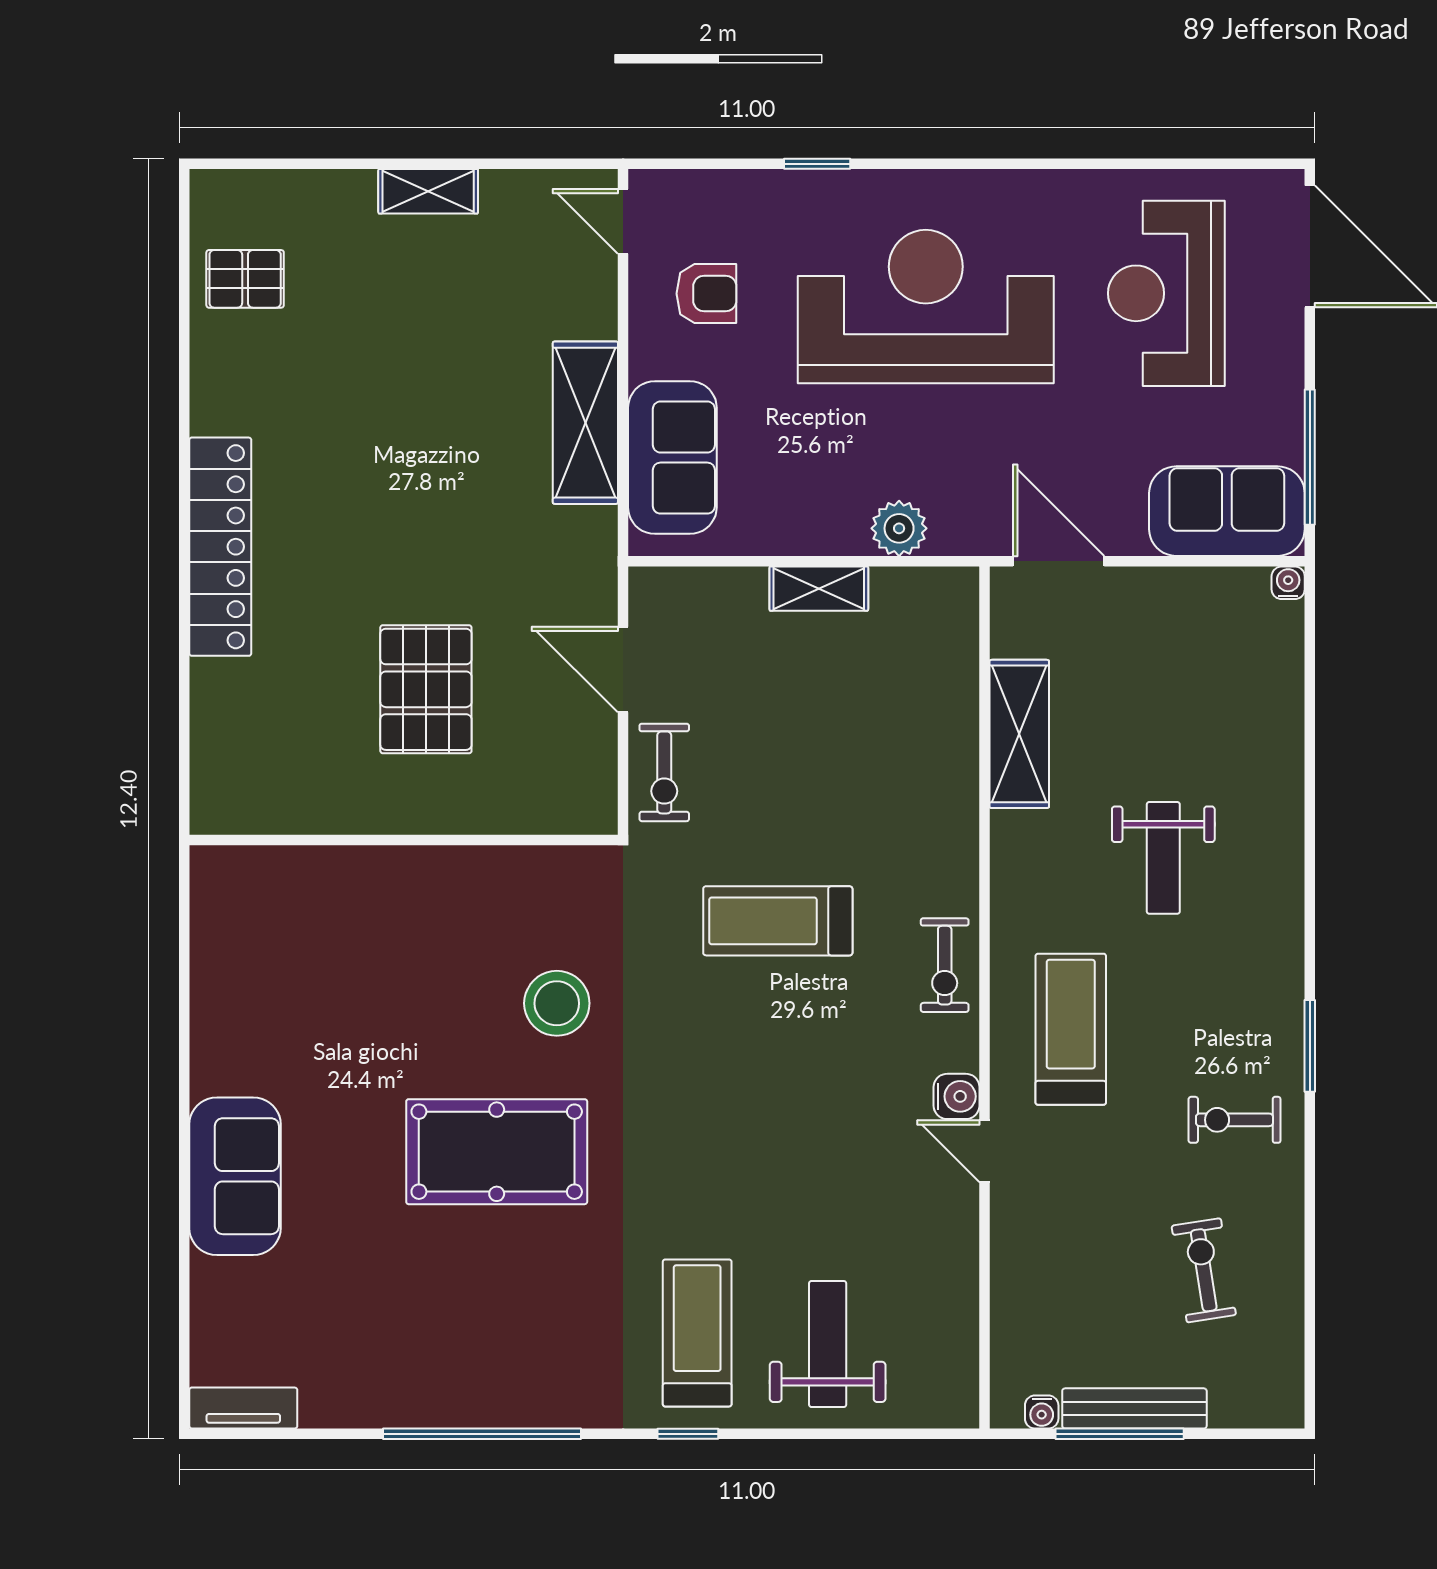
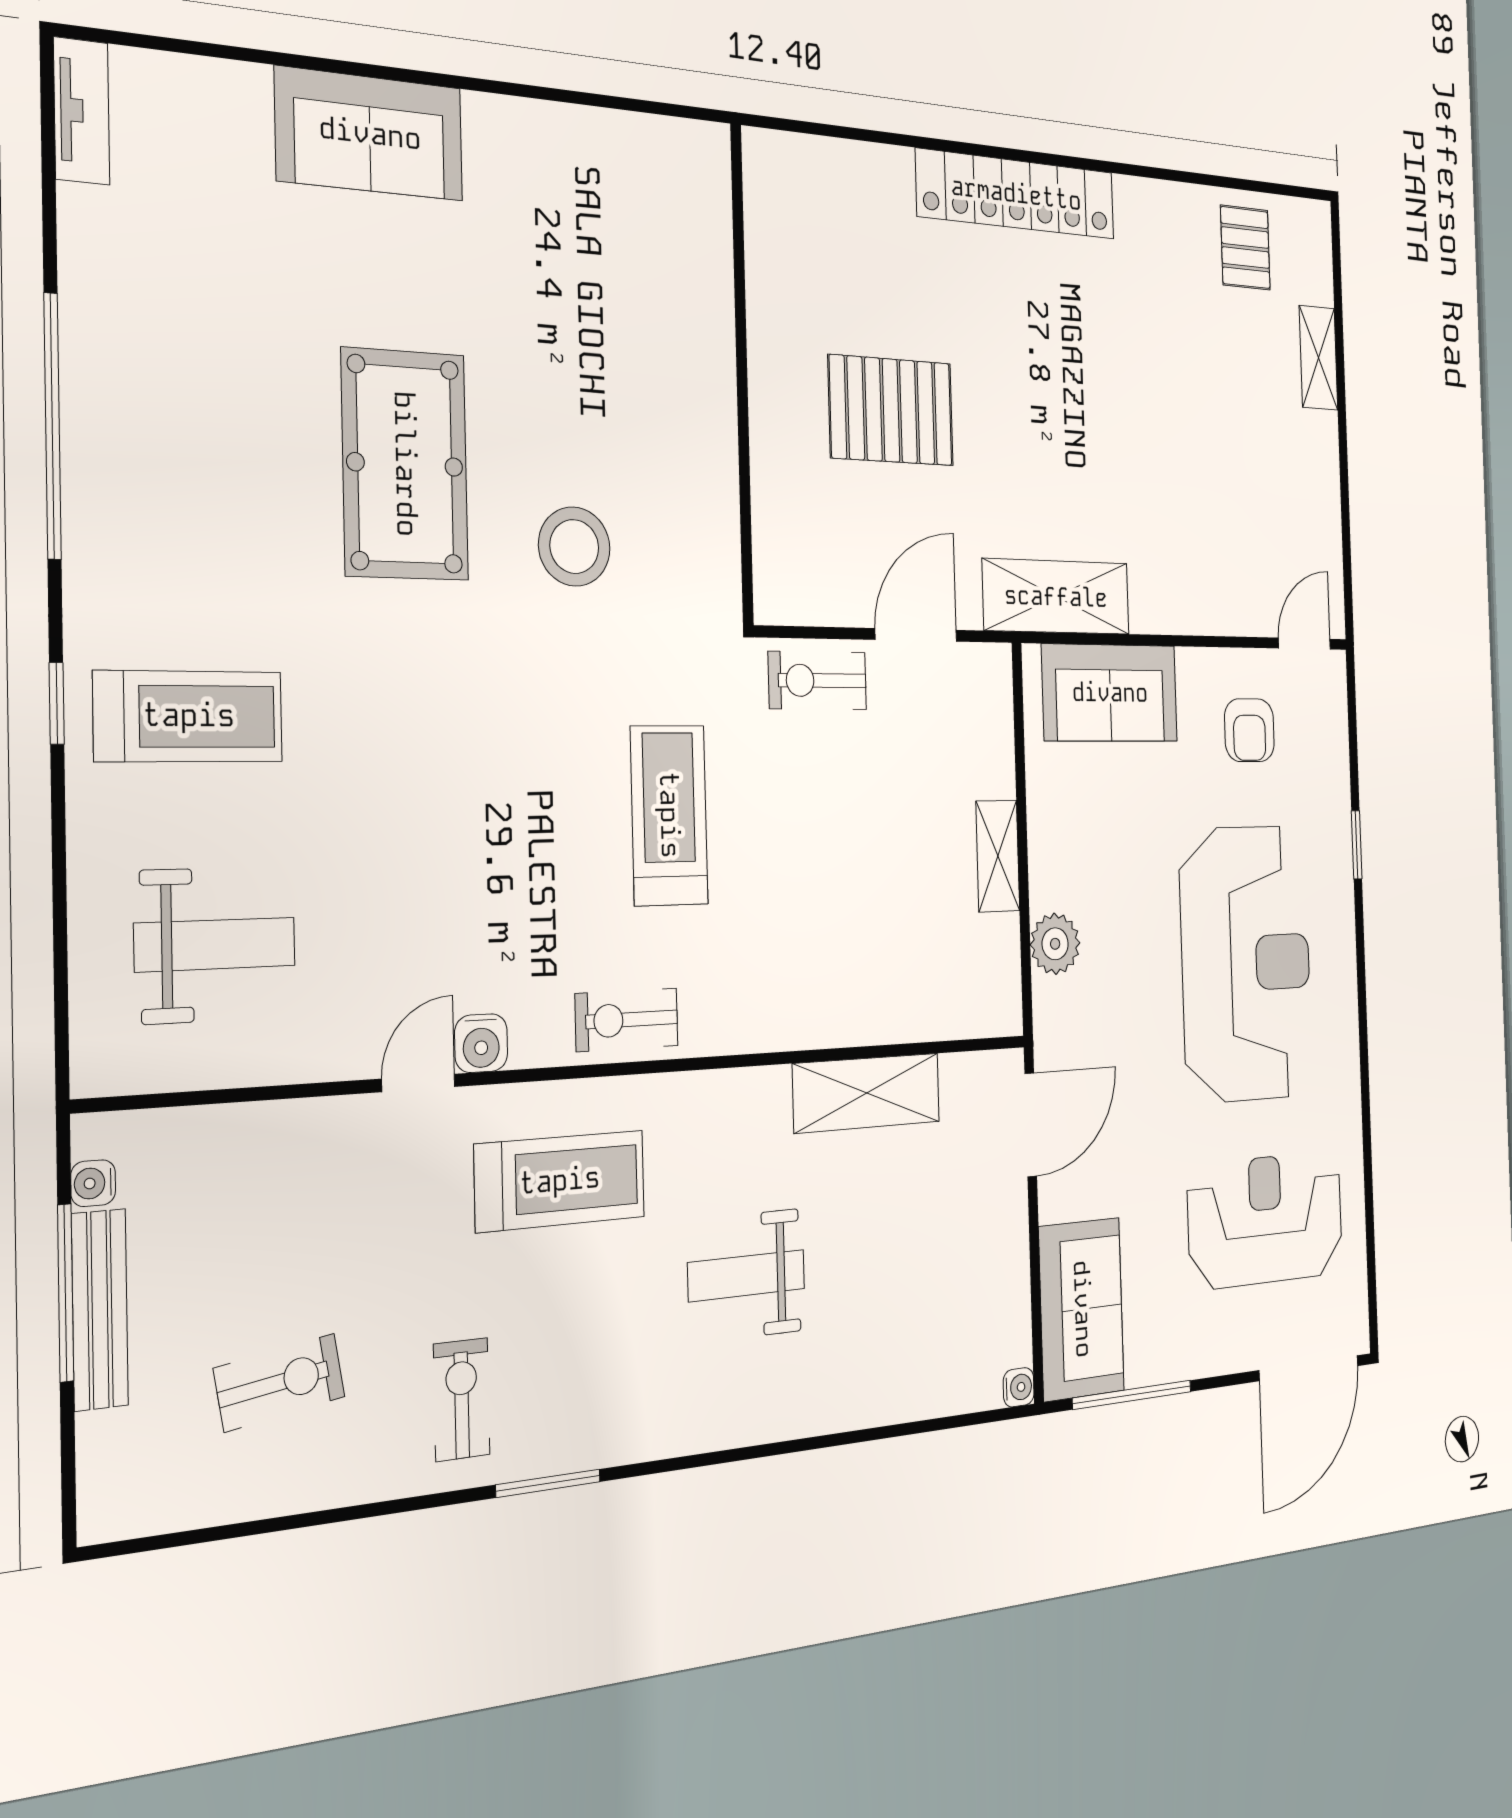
shelving: (428, 191) -> (1318, 358), moved
shelving: (585, 423) -> (1056, 597), moved
weight bench: (828, 1344) -> (215, 944), moved

